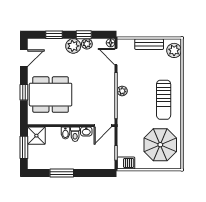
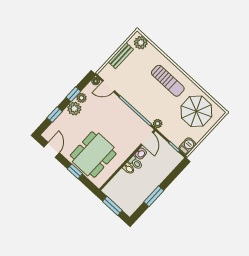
plant: (122, 91) -> (158, 124), moved
shower: (36, 136) -> (112, 190), removed

